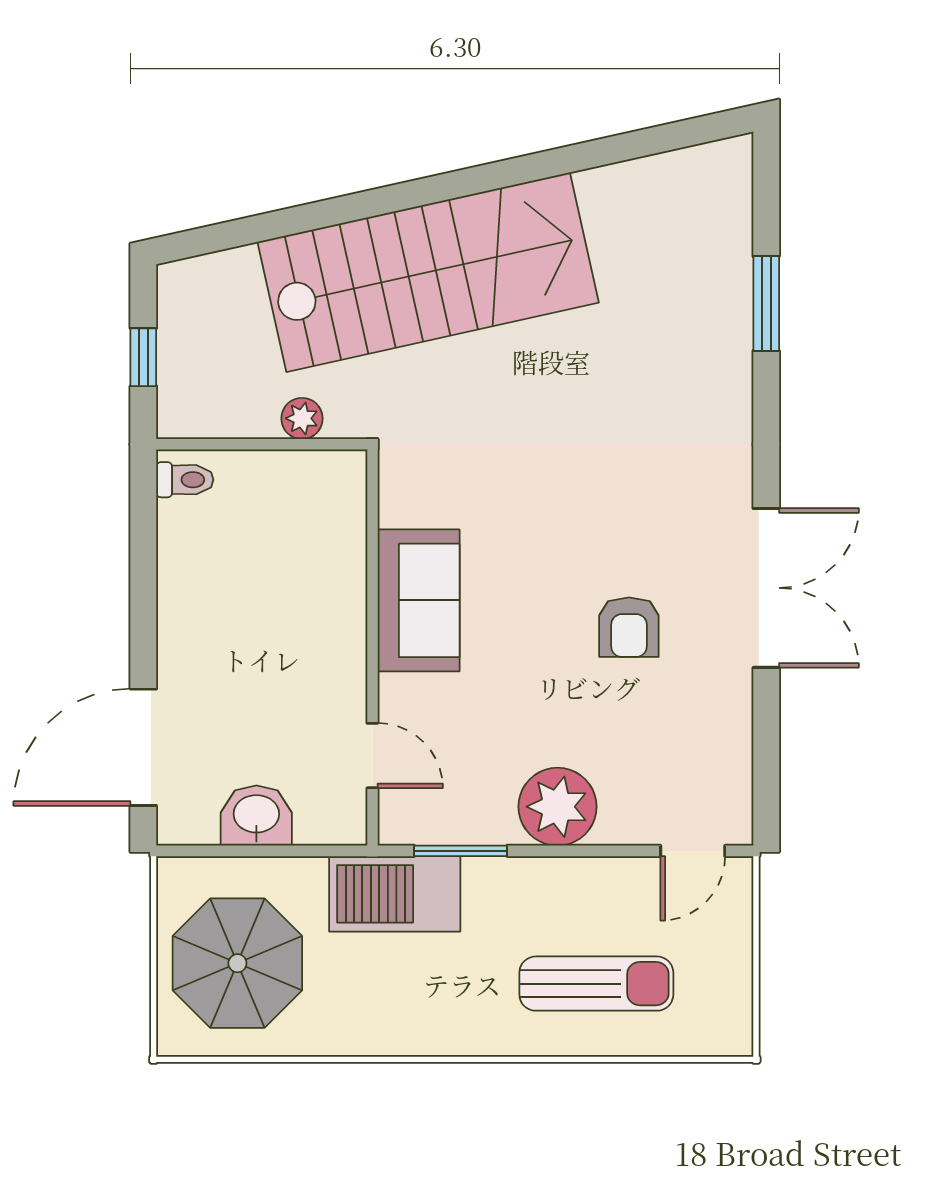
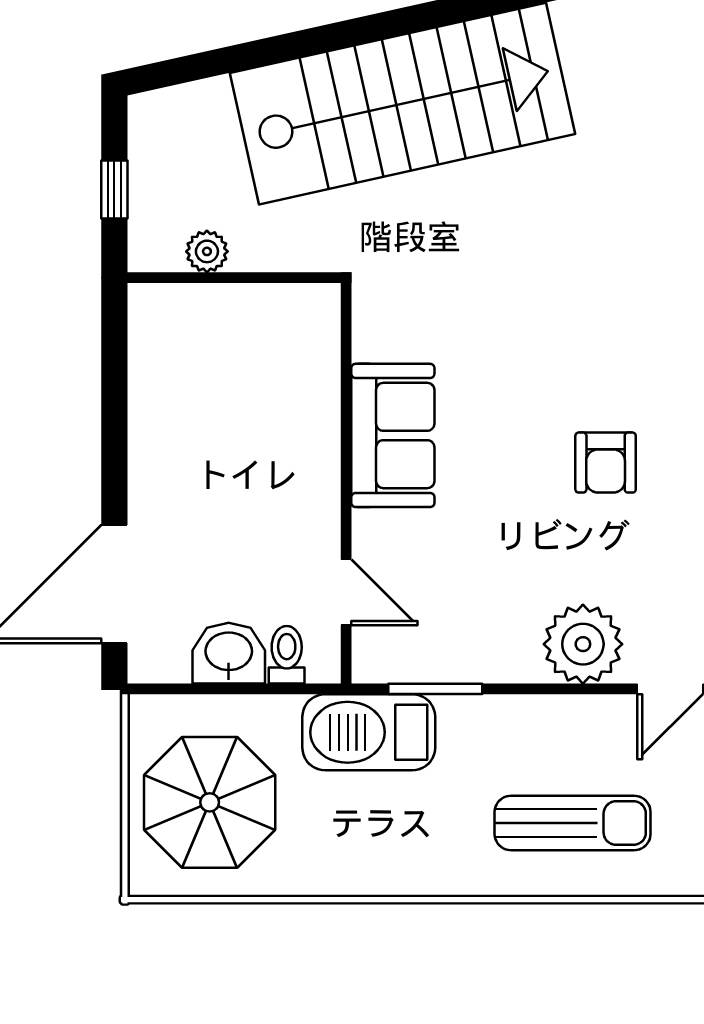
plant: (302, 418) -> (207, 251), moved
toilet: (185, 480) -> (287, 655), moved, turned -90
plant: (557, 807) -> (583, 644), moved

